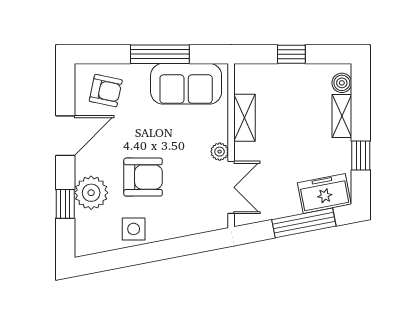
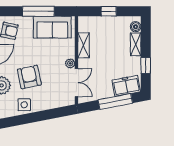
armchair: (143, 177) -> (29, 77), turned -102

